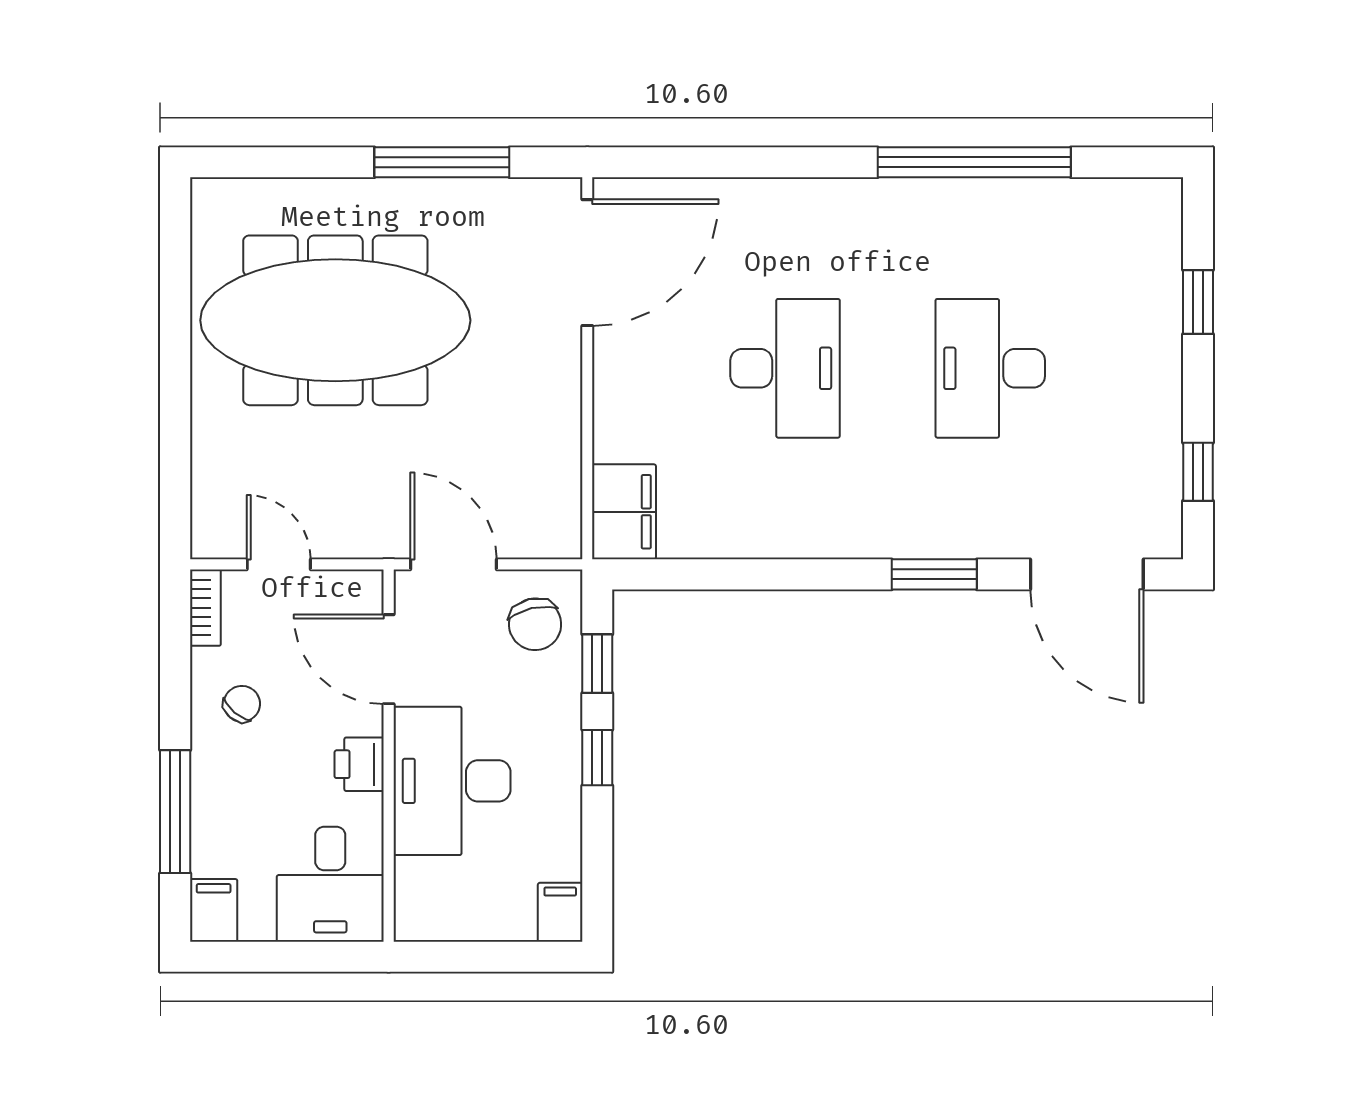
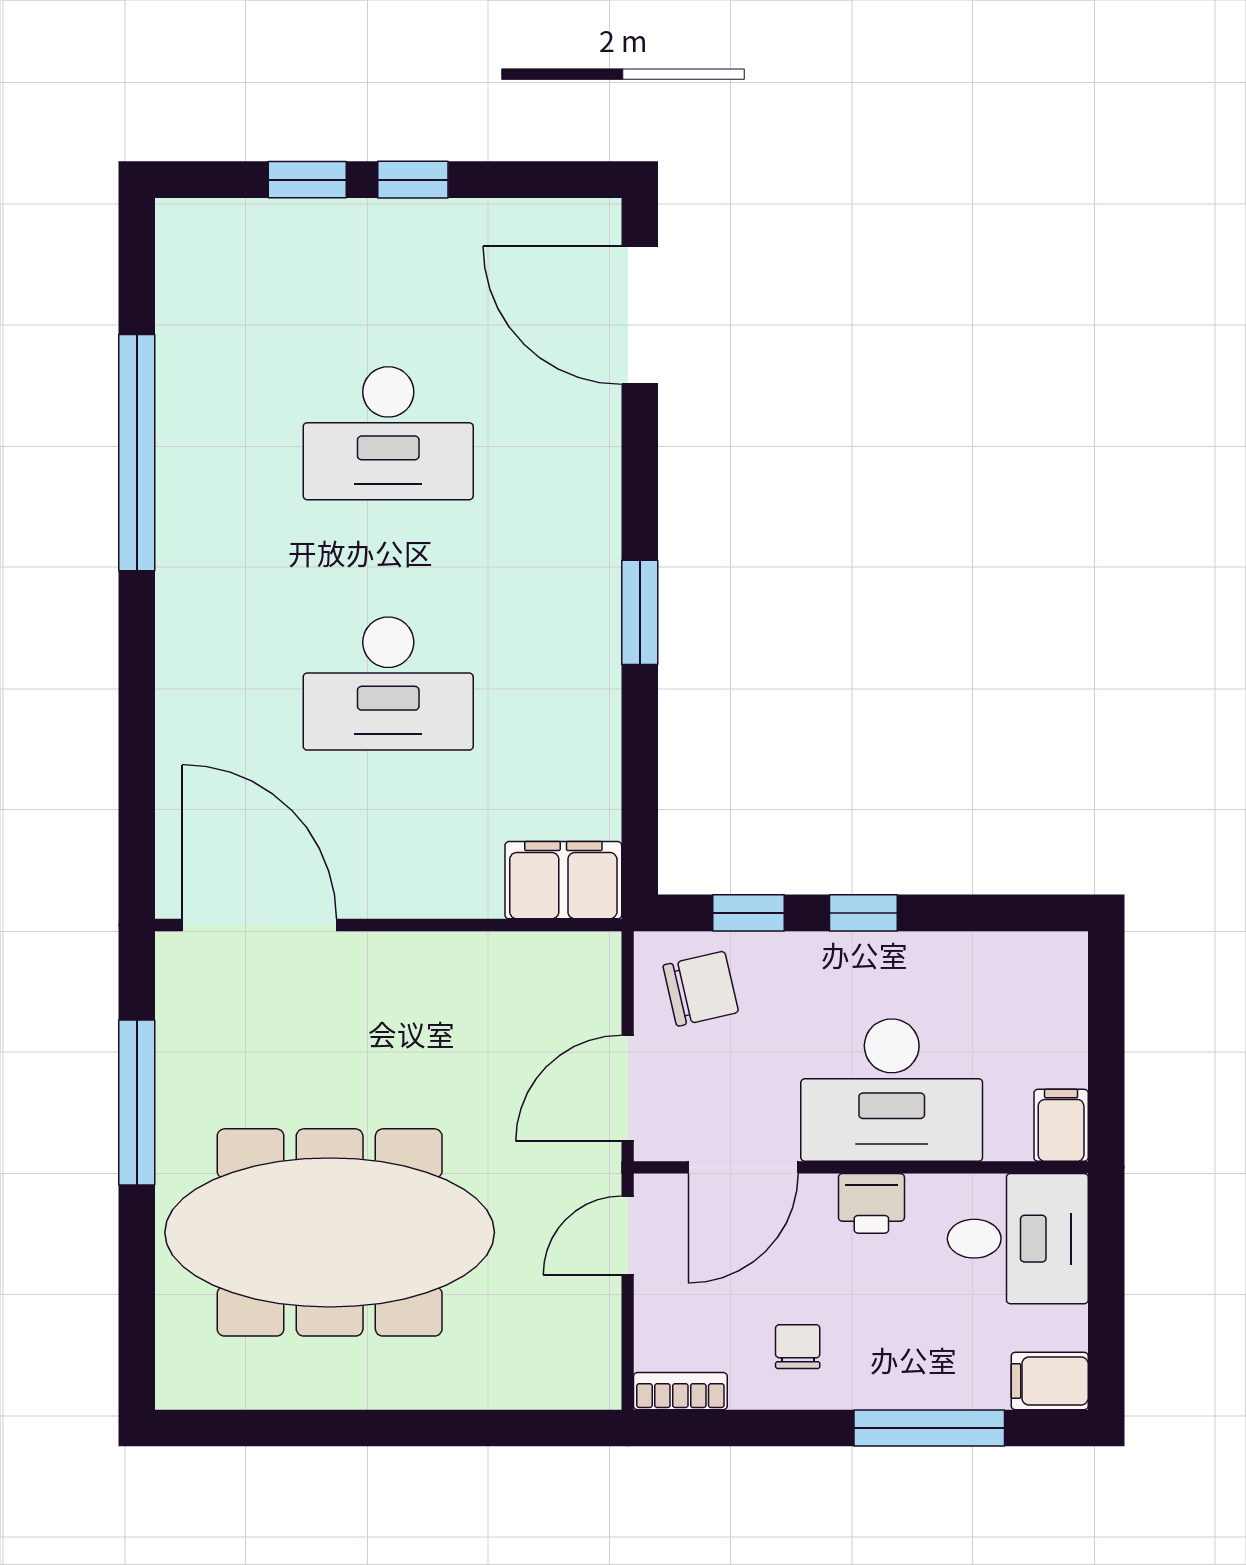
meeting table: (335, 320) -> (330, 1232), turned 90
desk: (785, 368) -> (388, 684), turned 180
window: (1198, 472) -> (413, 180), moved
door: (279, 564) -> (628, 1235), moved
window: (934, 574) -> (640, 612), moved
door: (1087, 574) -> (640, 315), swing flipped
chair: (242, 704) -> (798, 1347), turned 50
filing cabinet: (560, 912) -> (1061, 1125), moved, turned 90

